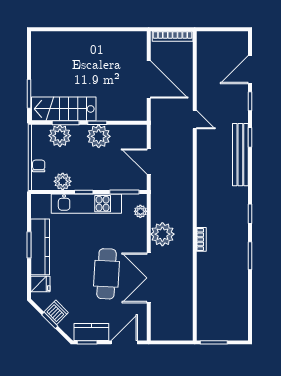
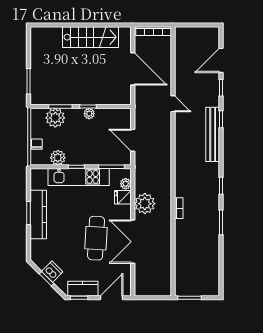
stairs: (64, 109) -> (91, 37), moved, turned 180
plant: (99, 136) -> (89, 114), width x0.53, depth x0.53
fridge: (40, 284) -> (123, 197), moved, turned 180

